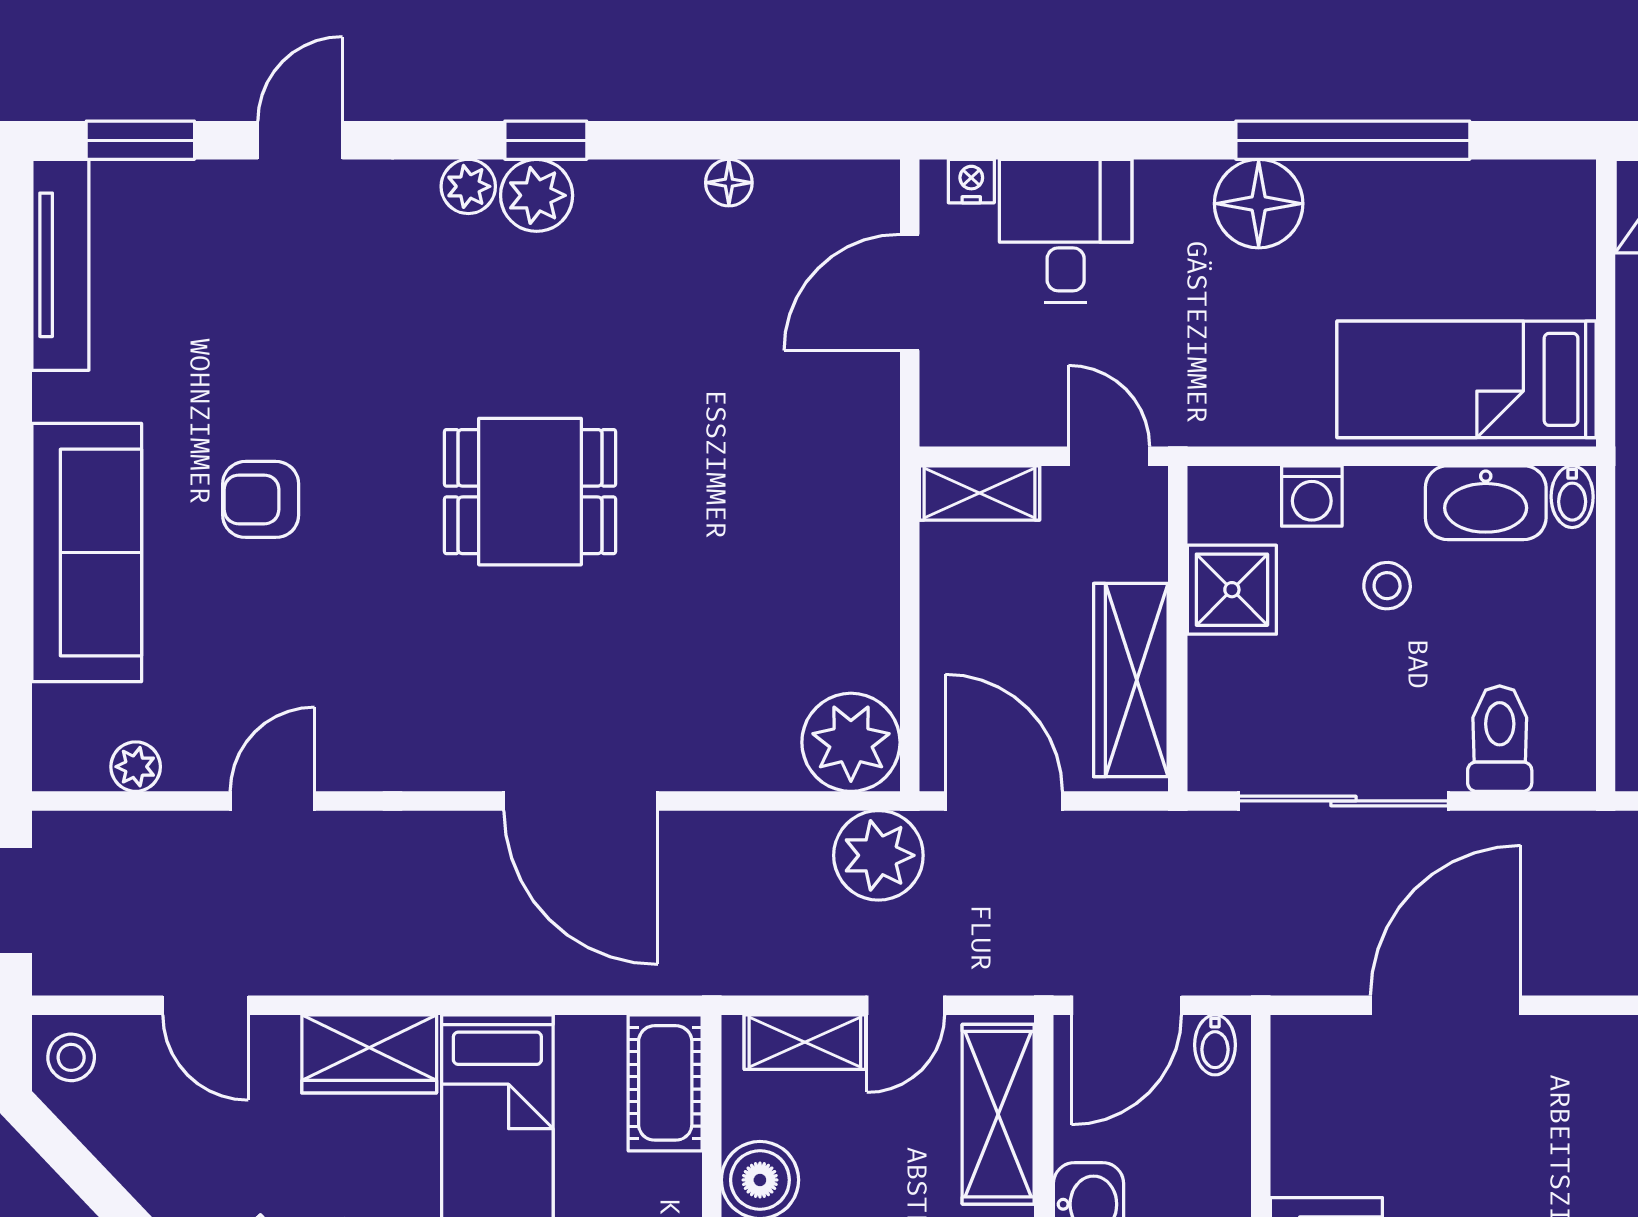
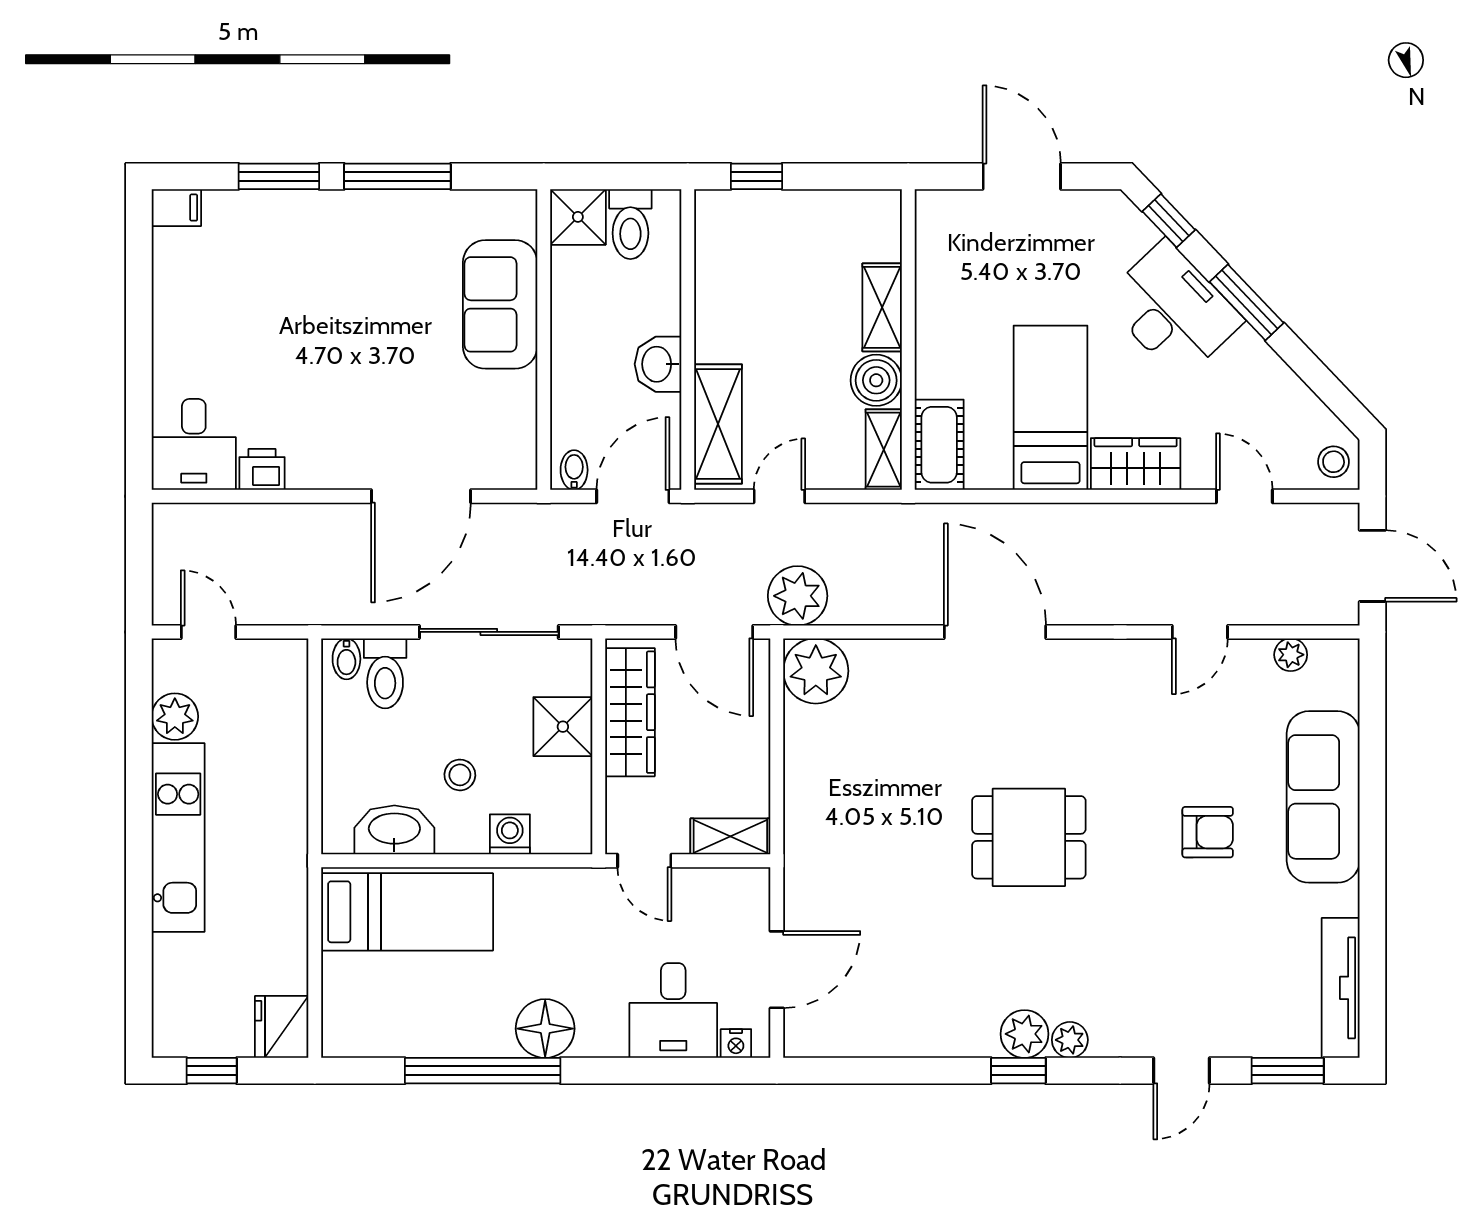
floor lamp: (729, 183) -> (897, 1042), removed
bidet: (1572, 497) -> (346, 659), moved, turned 180
shower: (1232, 590) -> (563, 727), moved
shelving: (805, 1042) -> (884, 450), moved, turned 90

